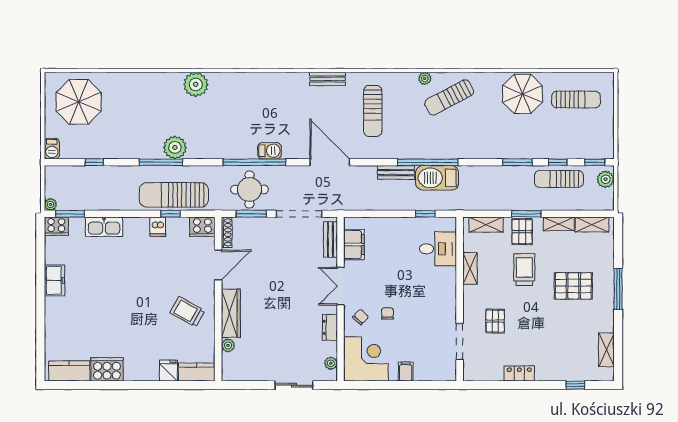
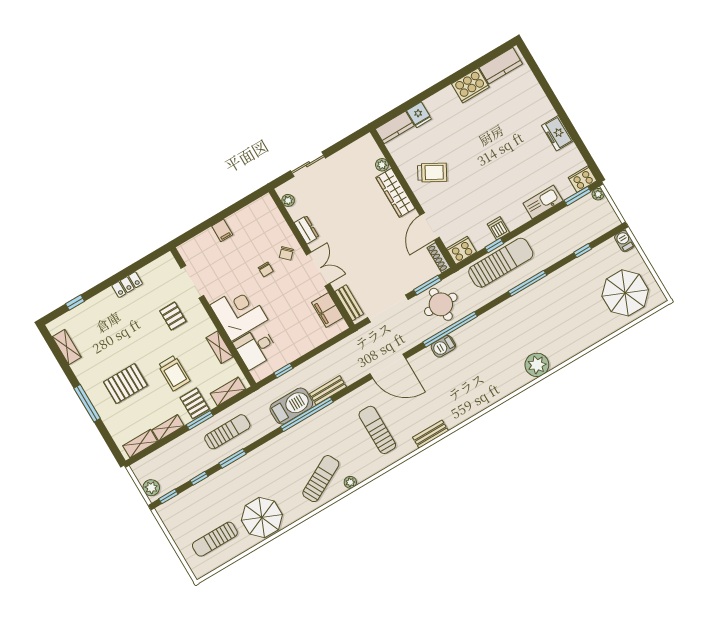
plant: (175, 147) -> (523, 302), removed
sun lounger: (559, 179) -> (227, 432), moved
corner desk: (366, 359) -> (239, 312), moved, turned 180

